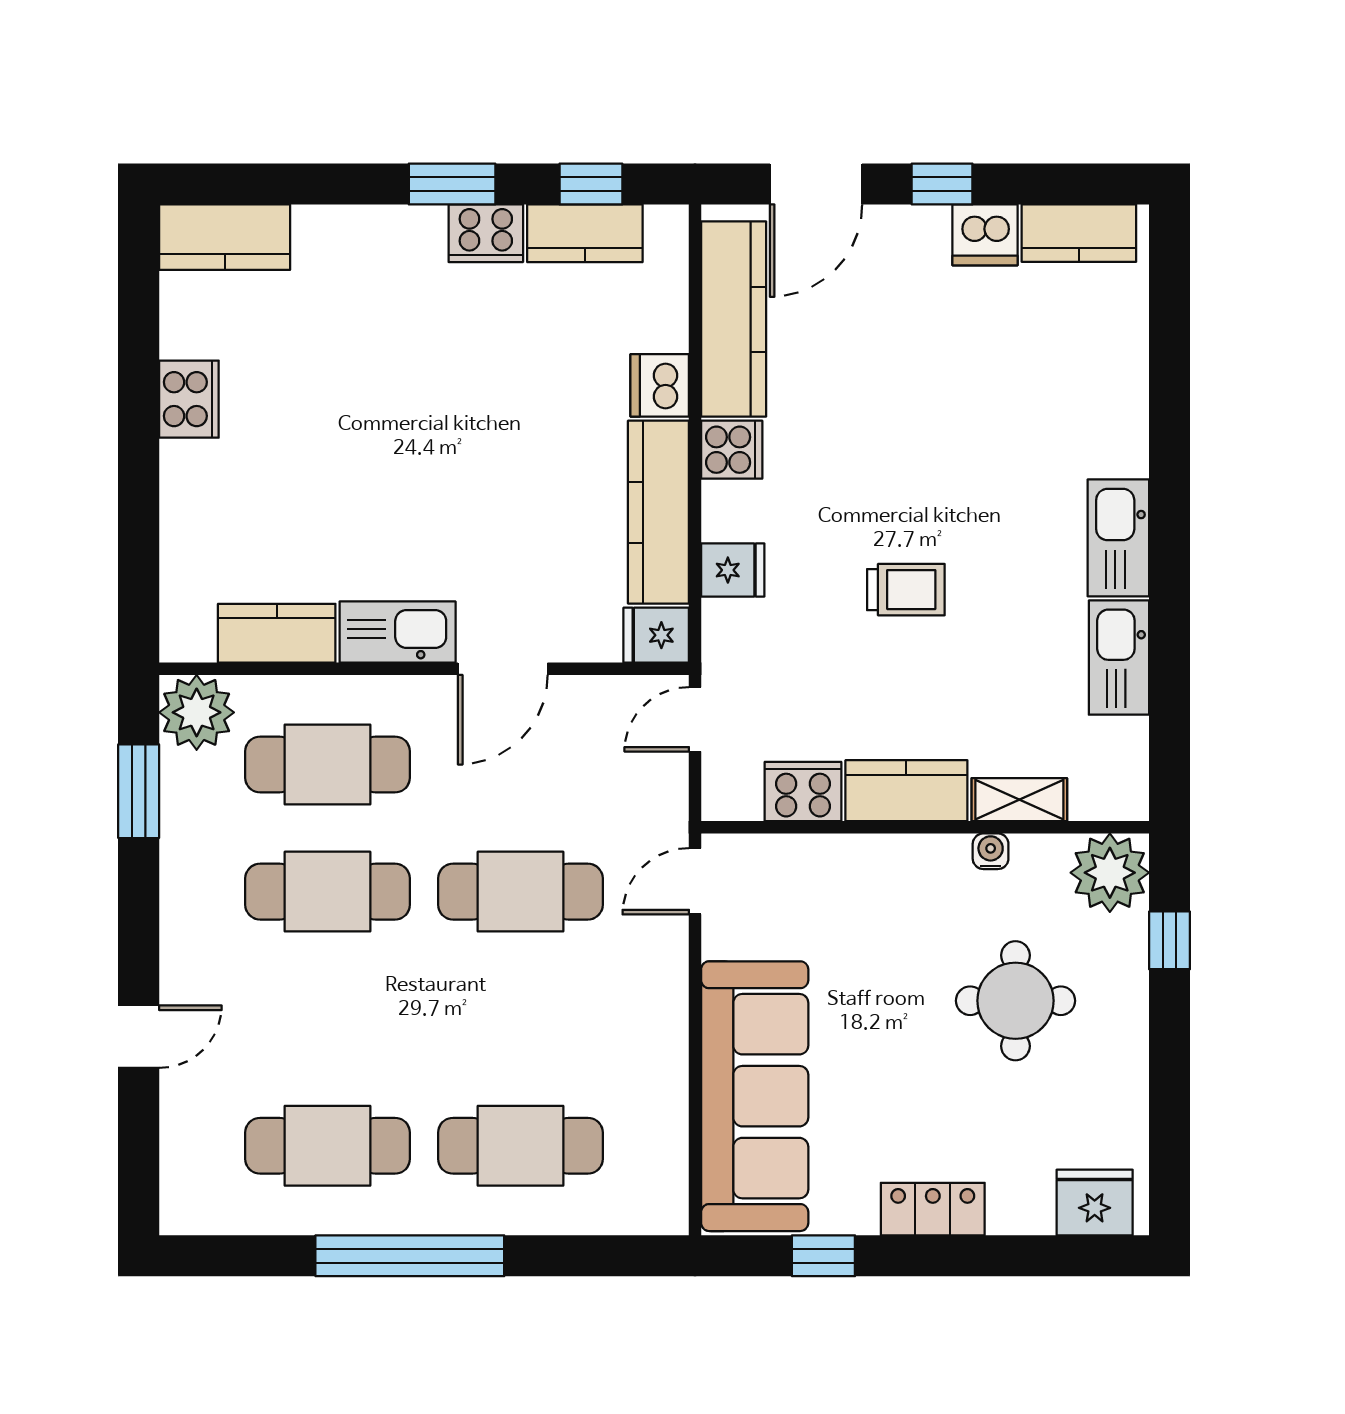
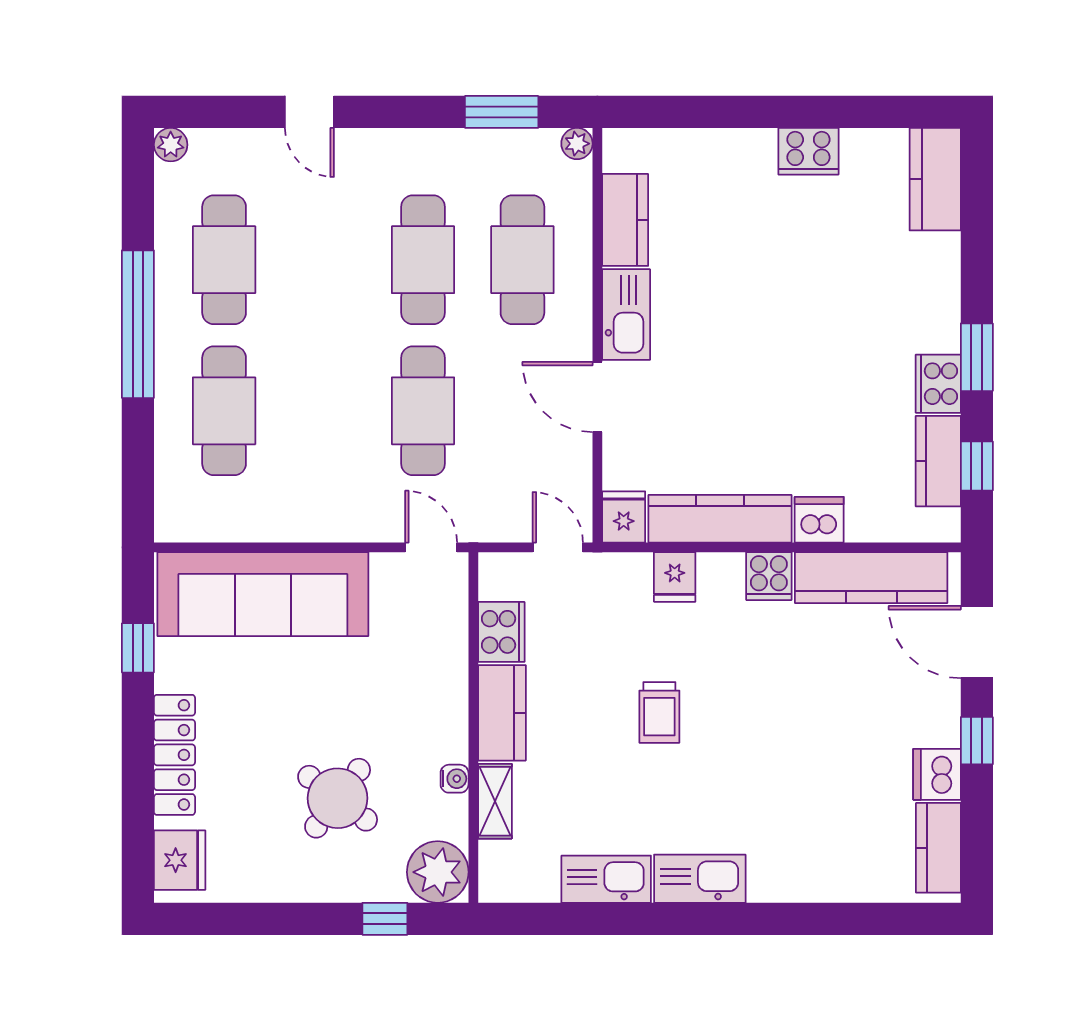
plant: (197, 712) -> (577, 144), width x0.53, depth x0.53
round table: (1015, 1001) -> (338, 798), turned 37
locker: (933, 1209) -> (174, 755), width x1.53
plant: (181, 1214) -> (171, 145), added

